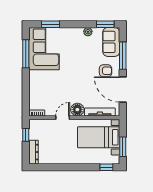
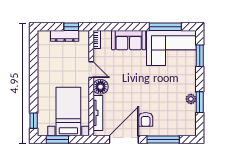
window: (105, 24) -> (200, 102), moved
sofa: (111, 42) -> (129, 40), moved, turned 180
dresser: (34, 152) -> (65, 36), moved

